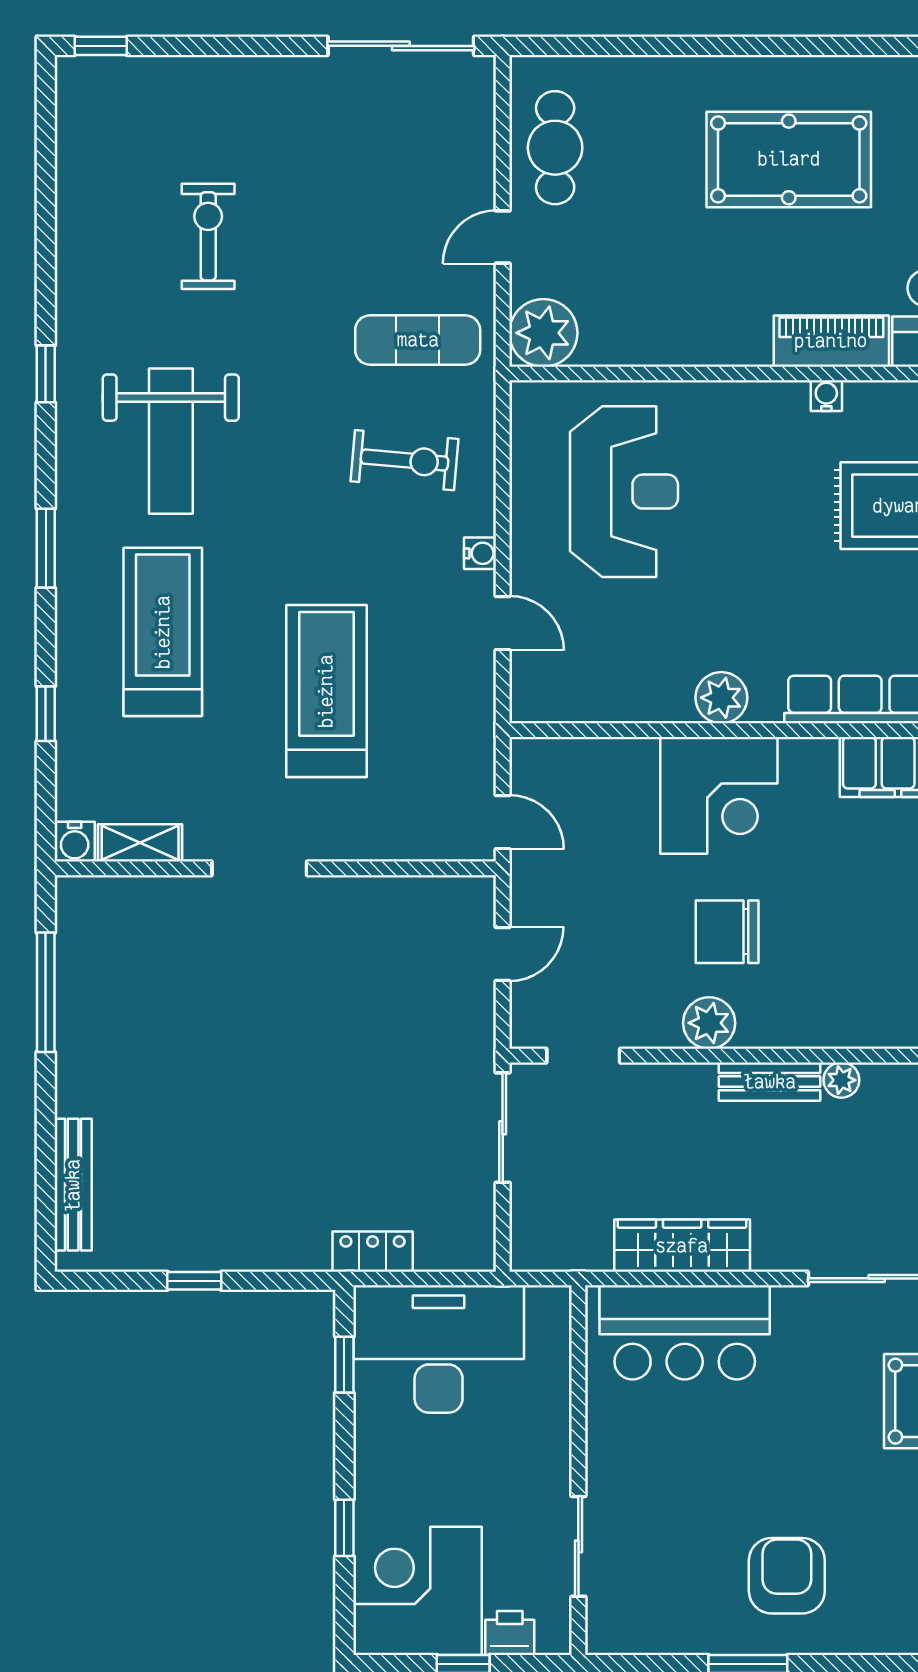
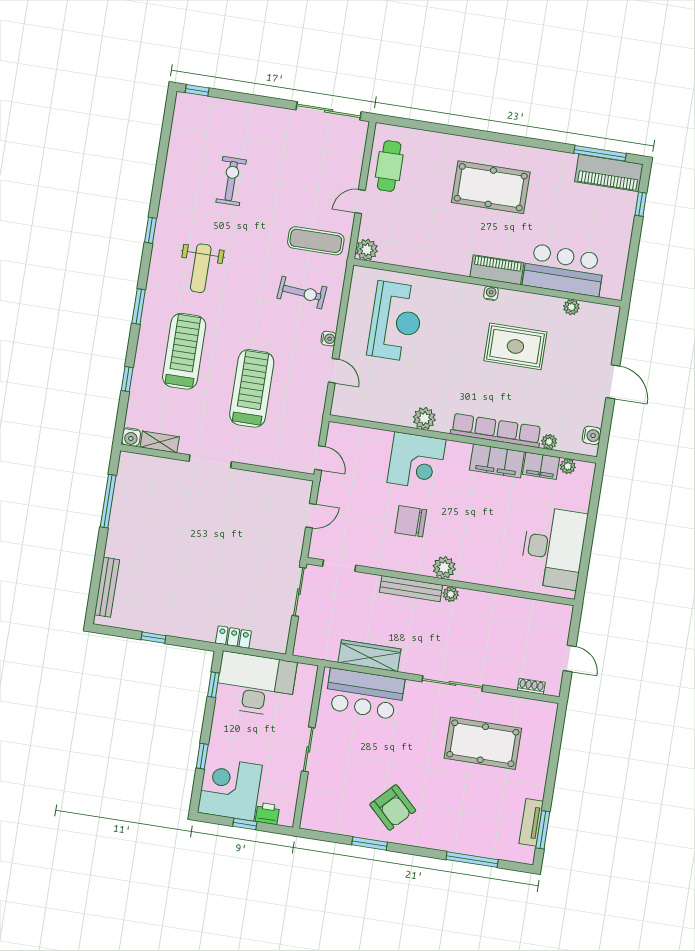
plant: (543, 333) -> (367, 250), width x0.73, depth x0.73
weight bench: (171, 441) -> (201, 268), width x0.73, depth x0.75
plant: (709, 1023) -> (444, 567), moved
bench: (770, 1082) -> (411, 589), width x1.36
sliding door: (578, 1546) -> (308, 749), moved
armchair: (787, 1576) -> (393, 808), turned 134

